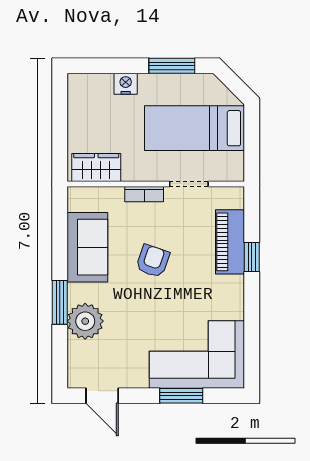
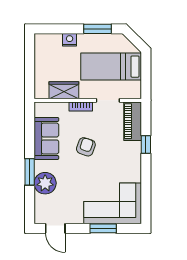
wardrobe: (96, 167) -> (64, 90), moved
piano: (230, 242) -> (133, 121), moved

